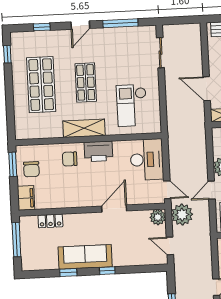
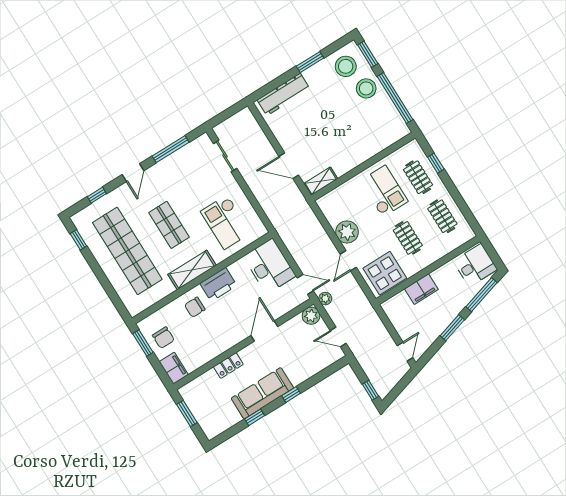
shop shelf: (41, 85) -> (127, 251), width x1.40
plant: (182, 215) -> (325, 299), width x0.53, depth x0.53
locker: (50, 221) -> (228, 366), moved
window: (16, 240) -> (187, 413), width x0.69

